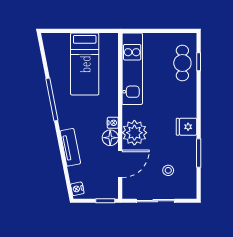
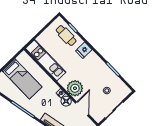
fridge: (186, 127) -> (84, 50), moved

